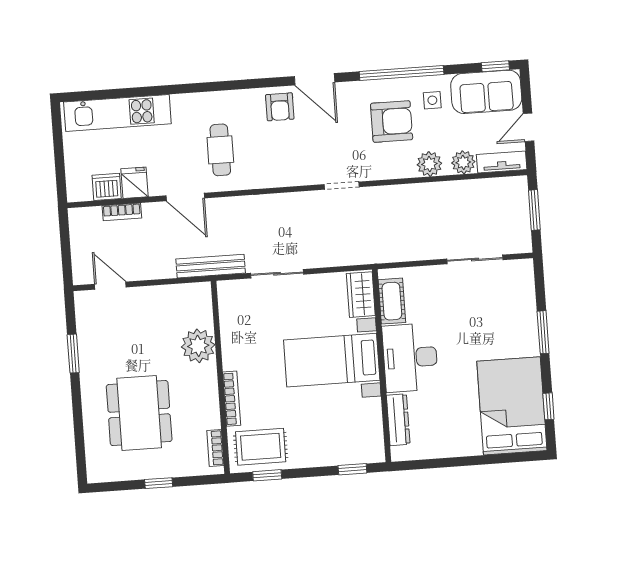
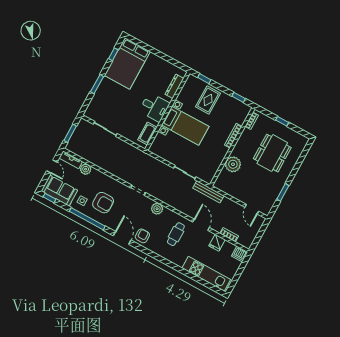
armchair: (392, 121) -> (103, 203), turned 180
door: (528, 127) -> (52, 166), hinge flipped
plant: (429, 164) -> (157, 209), moved
dishwasher: (107, 187) -> (240, 254), moved
wardrobe: (361, 295) -> (158, 144), removed
desk: (410, 358) -> (154, 107), width x0.73
rug: (261, 447) -> (208, 100), moved, turned 90

